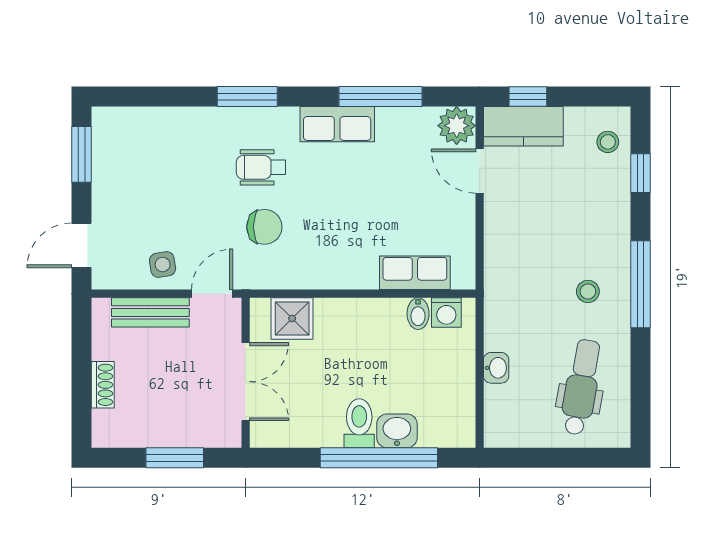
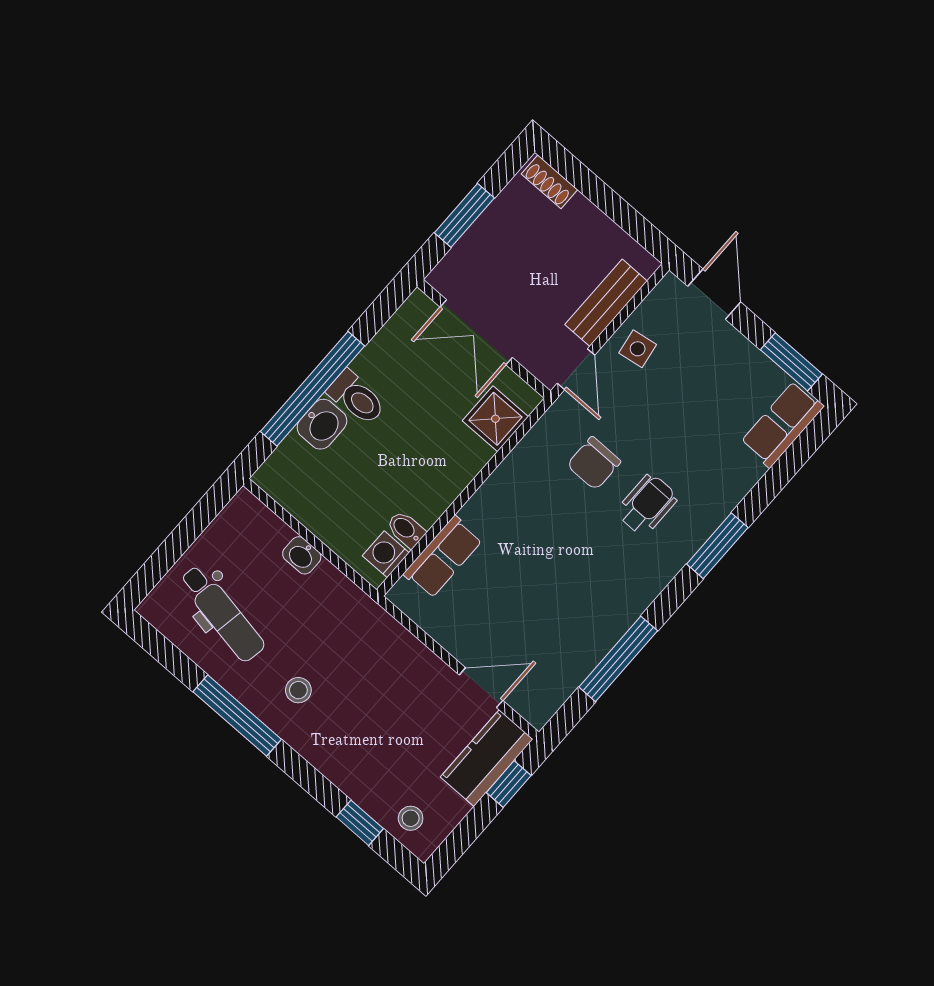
row of seats: (337, 124) -> (782, 424), moved
plant: (457, 126) -> (537, 702), removed
window: (641, 284) -> (237, 715), moved
shoe rack: (103, 385) -> (549, 182), moved

